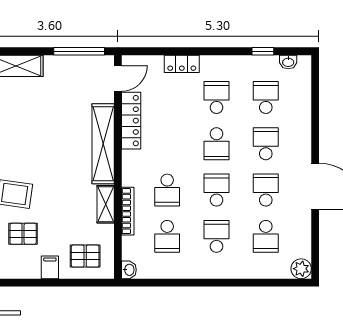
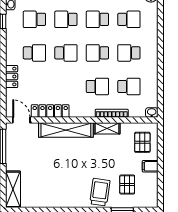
school desk: (216, 97) -> (34, 53), turned 180

